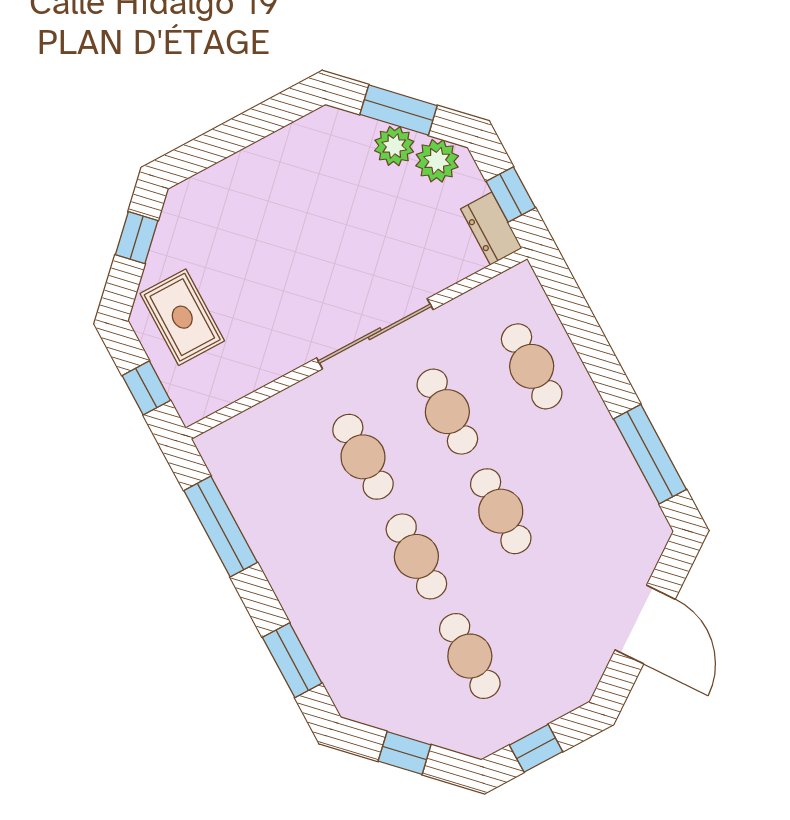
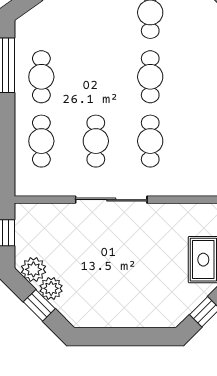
window: (399, 110) -> (39, 305), width x0.67
dresser: (491, 229) -> (25, 221), removed
cafe table: (501, 511) -> (41, 77), moved

